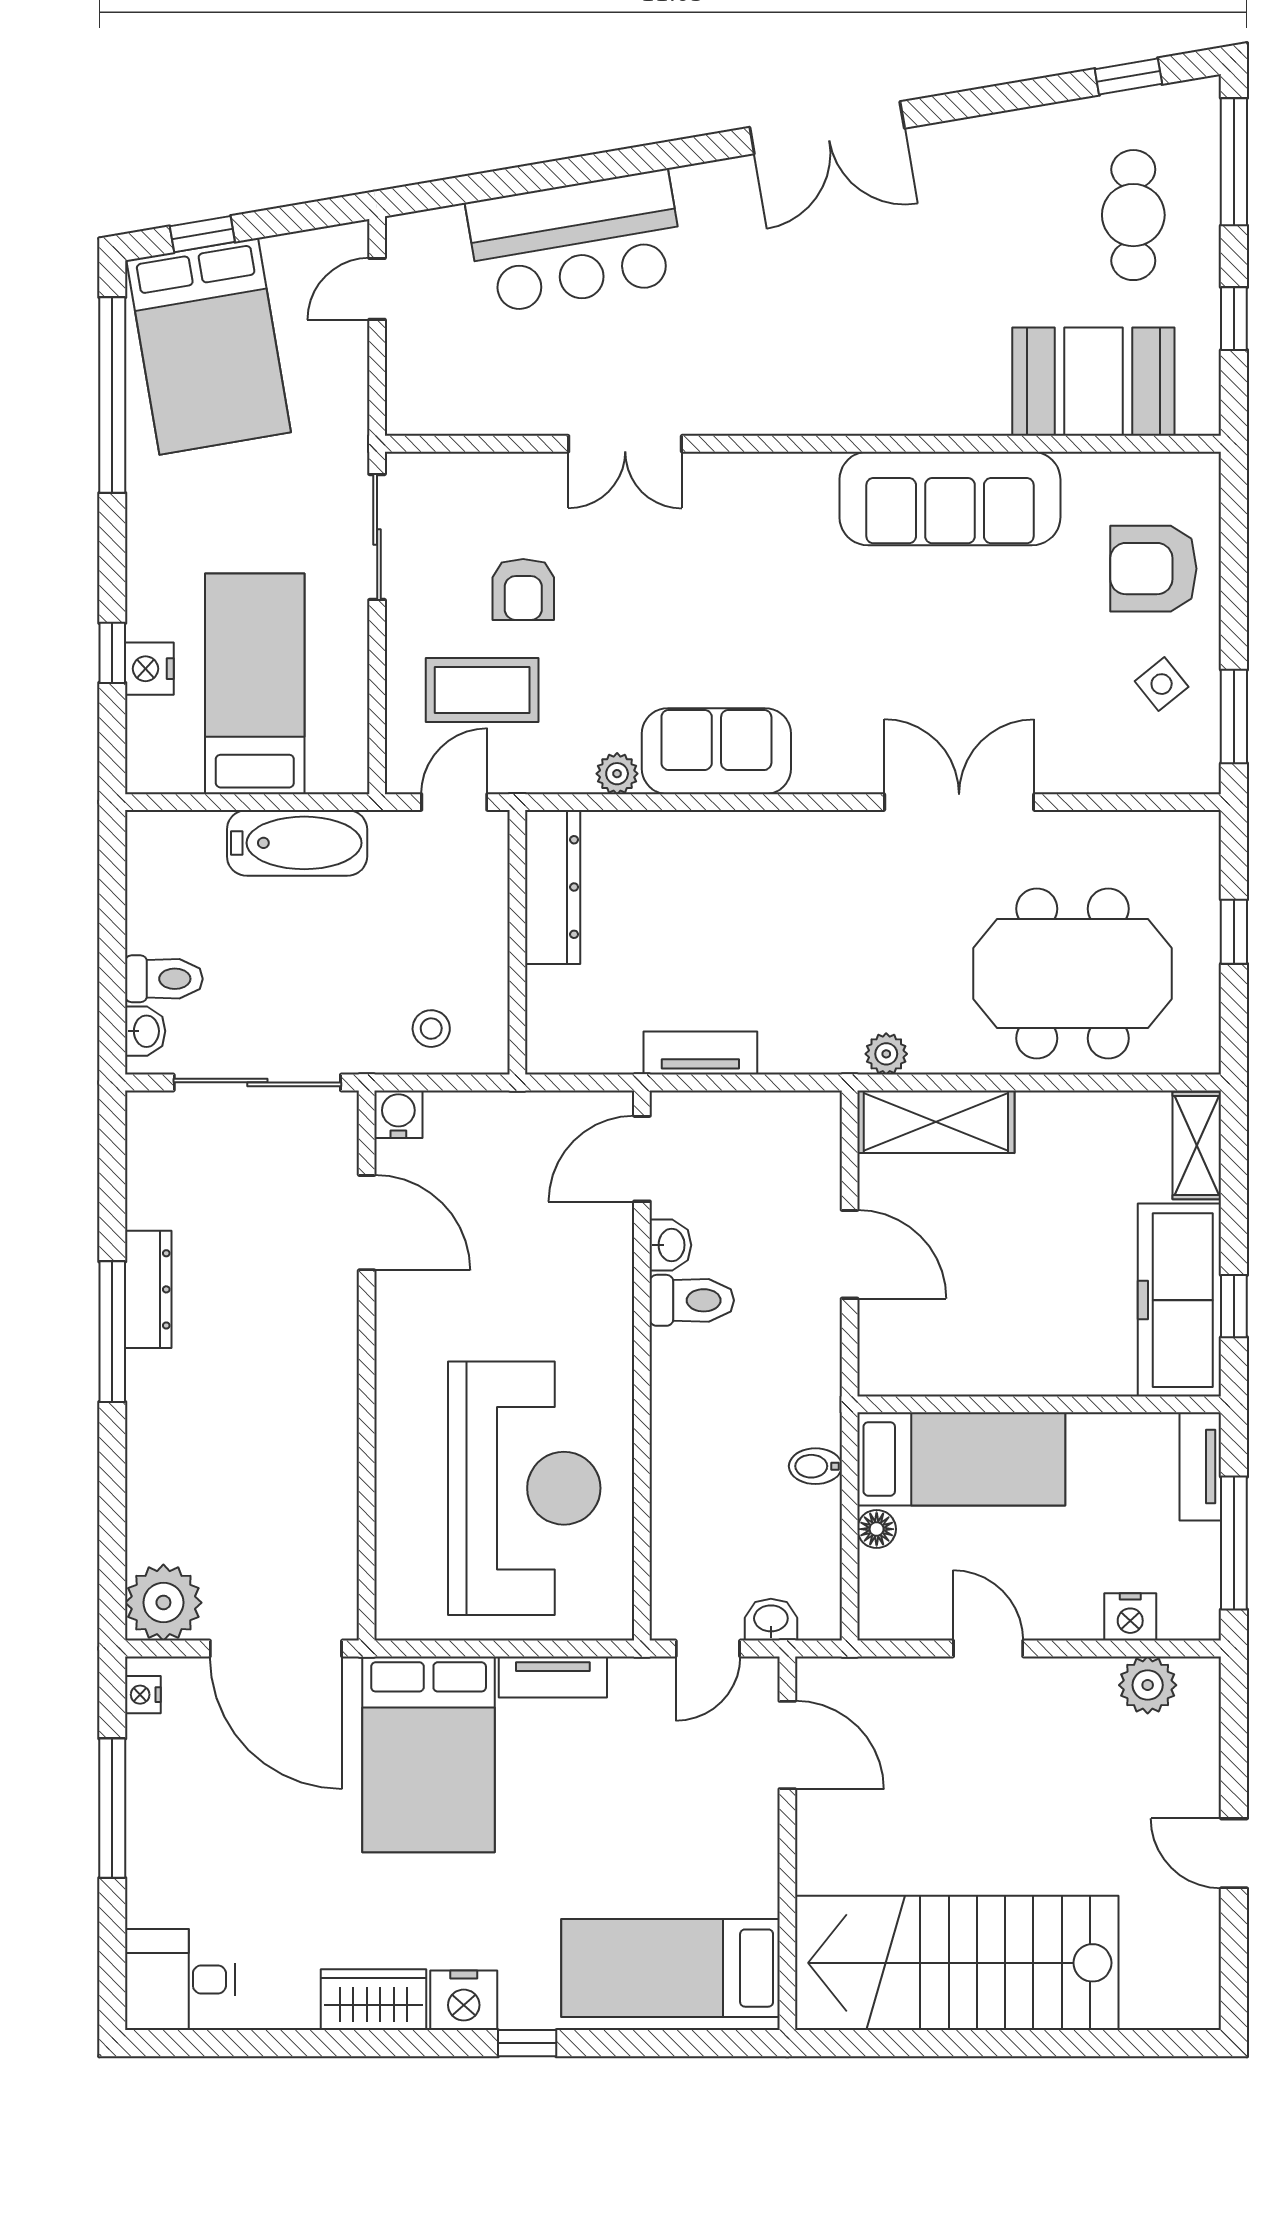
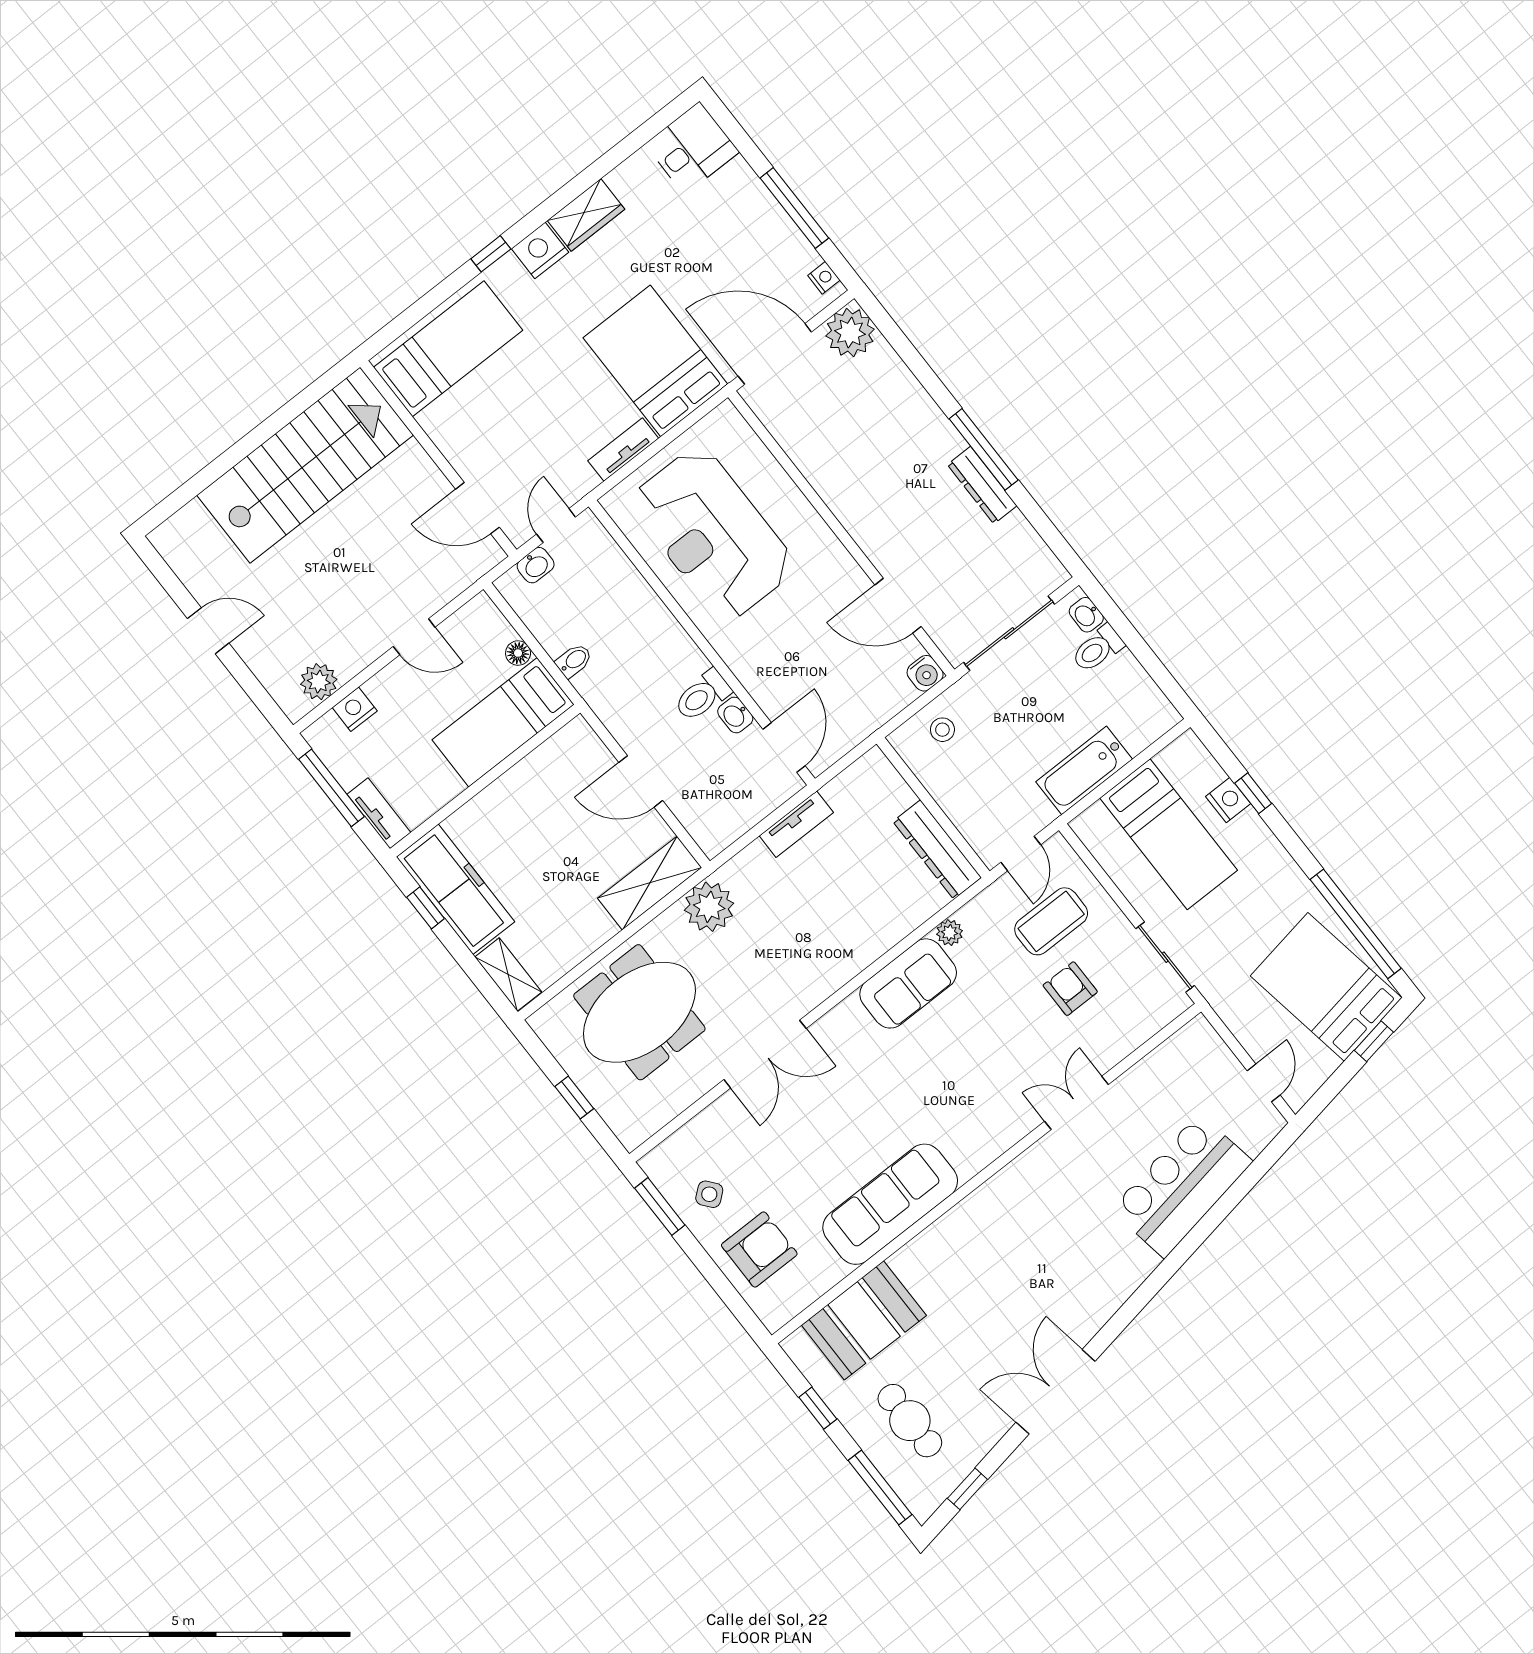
double door: (827, 128) -> (1056, 1392), moved
plant: (886, 1054) -> (709, 907), width x1.88, depth x1.88

